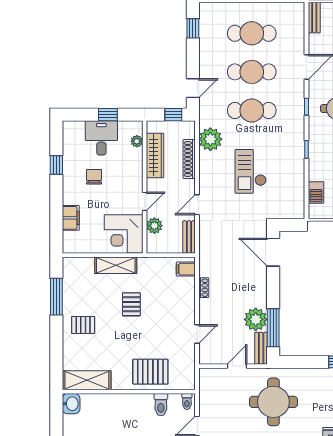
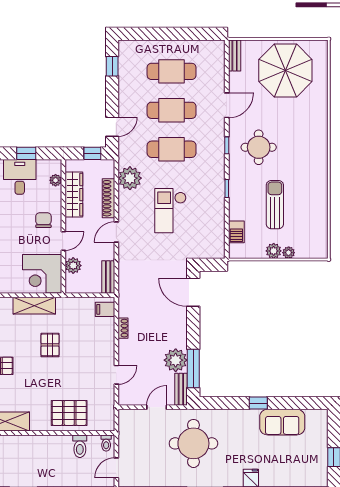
chair: (94, 177) -> (43, 220), moved
door: (197, 205) -> (116, 232), moved

